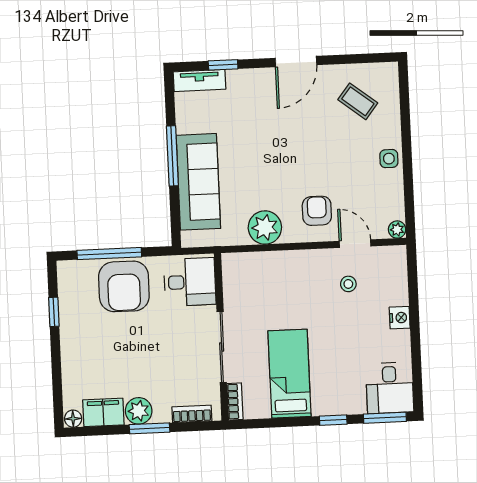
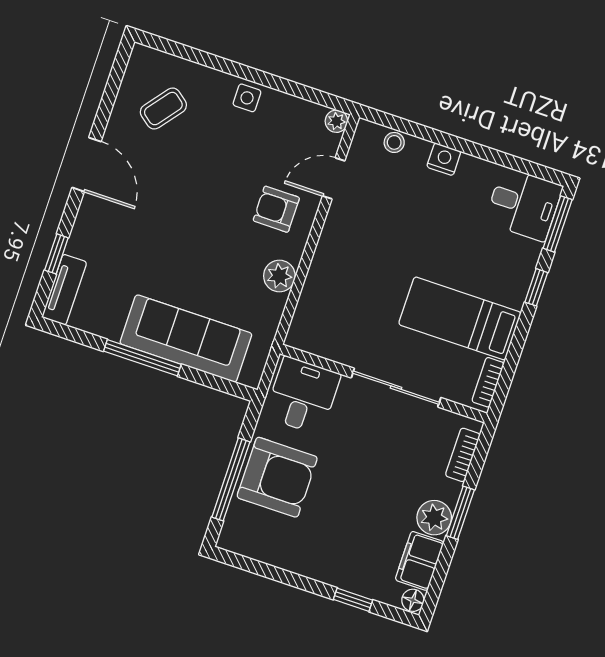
plant: (265, 228) -> (279, 276), width x0.73, depth x0.73
stool: (348, 284) -> (394, 142), moved
window: (54, 312) -> (353, 600), moved
bookcase: (235, 402) -> (488, 382), moved, turned -90

